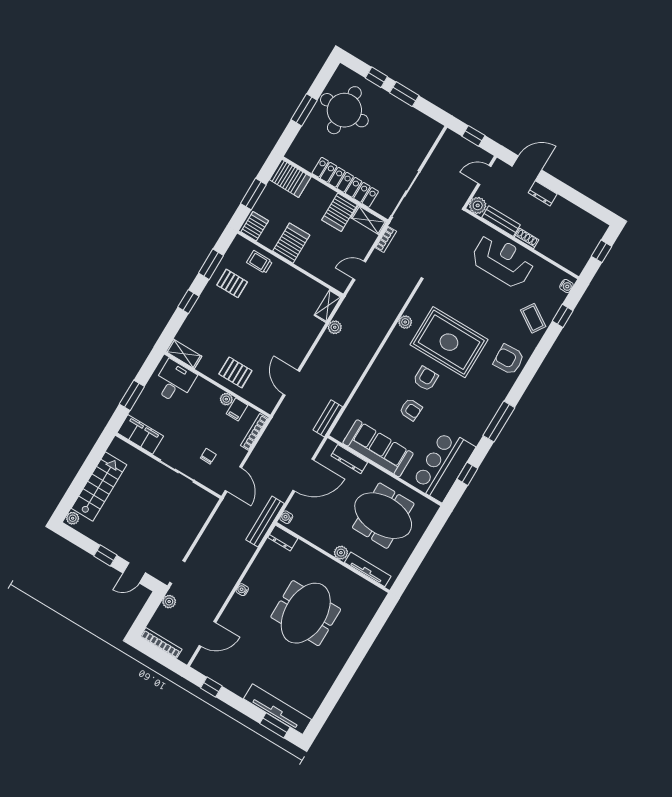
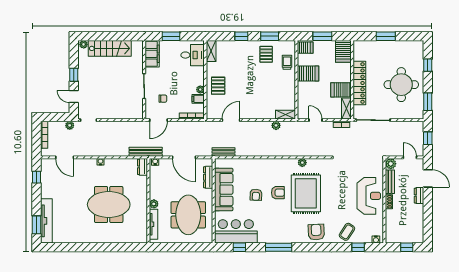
window: (404, 94) -> (428, 102), moved
round table: (344, 110) -> (401, 85), moved

